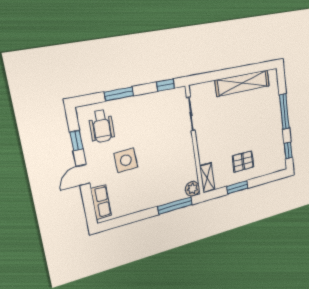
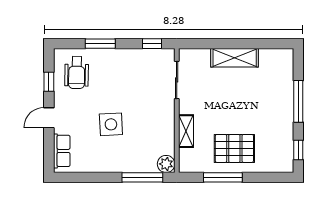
shelving: (243, 83) -> (235, 58), width x0.68
side table: (126, 160) -> (111, 124), moved
pallet: (243, 161) -> (234, 148), width x1.50, depth x1.42
shelving: (207, 178) -> (186, 131), moved
window: (237, 187) -> (223, 177), width x1.44

